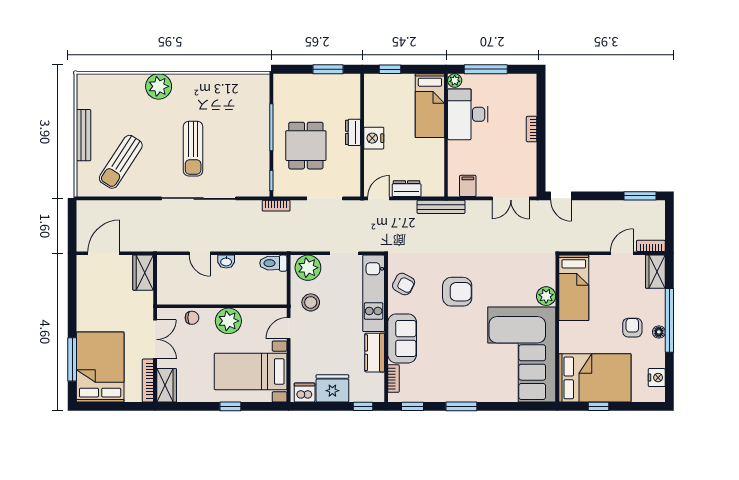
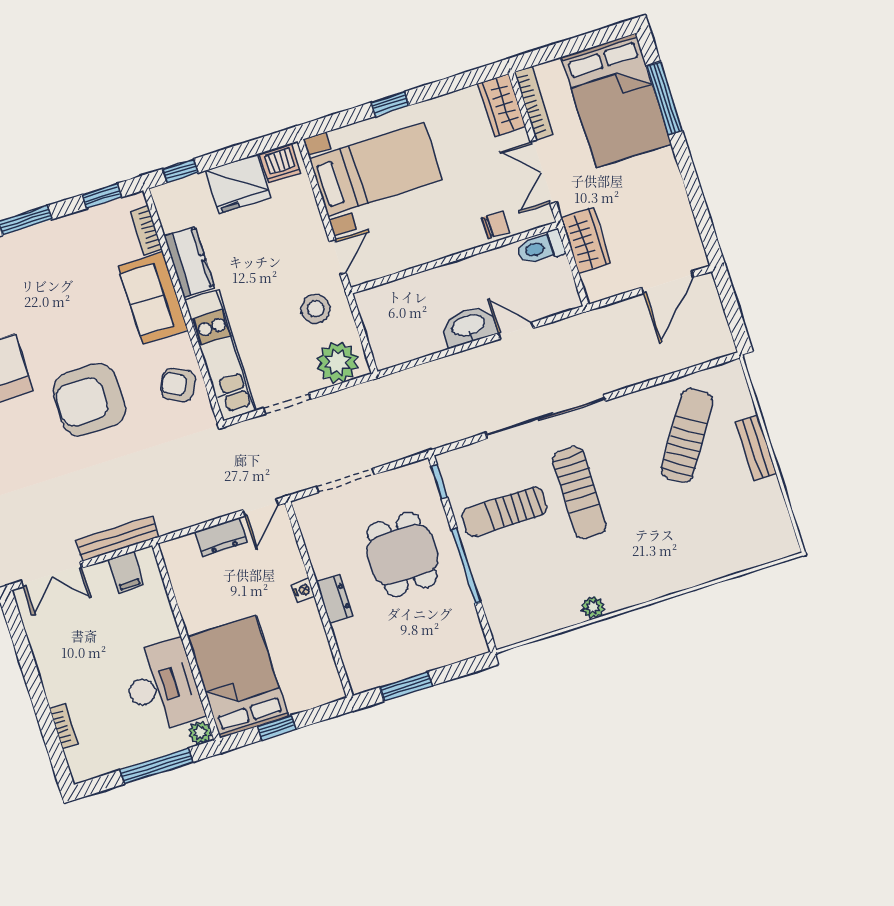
window: (390, 69) -> (276, 728), moved
plant: (159, 86) -> (593, 607), moved, width x0.53, depth x0.53
bed: (430, 106) -> (238, 677), width x1.50
bookcase: (532, 129) -> (64, 726), moved
bench: (84, 135) -> (756, 448), width x0.73
nightstand: (374, 138) -> (303, 590), width x0.53, depth x0.56
sun lounger: (193, 149) -> (579, 493), turned 180
sun lounger: (240, 152) -> (504, 512), added
double door: (511, 198) -> (52, 574), swing flipped
bookcase: (276, 206) -> (419, 444), removed
bench: (441, 207) -> (117, 539), moved
washbasin: (226, 262) -> (469, 326), width x1.91, depth x1.45
toilet: (273, 263) -> (541, 248), moved, turned 180
wardrobe: (143, 273) -> (586, 241), moved
armchair: (457, 292) -> (89, 400), width x1.36, depth x1.36
chair: (192, 318) -> (496, 225), turned 180
plant: (228, 321) -> (436, 238), removed

